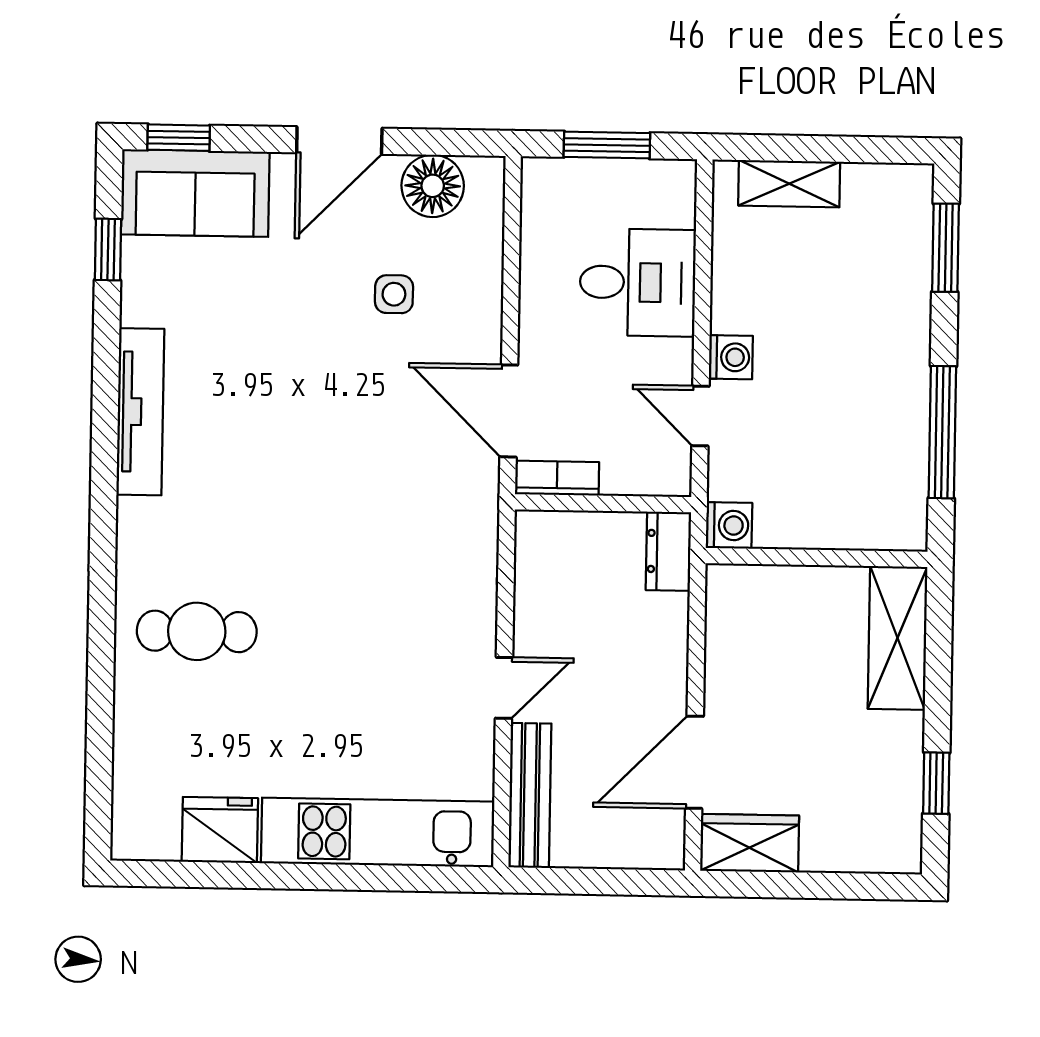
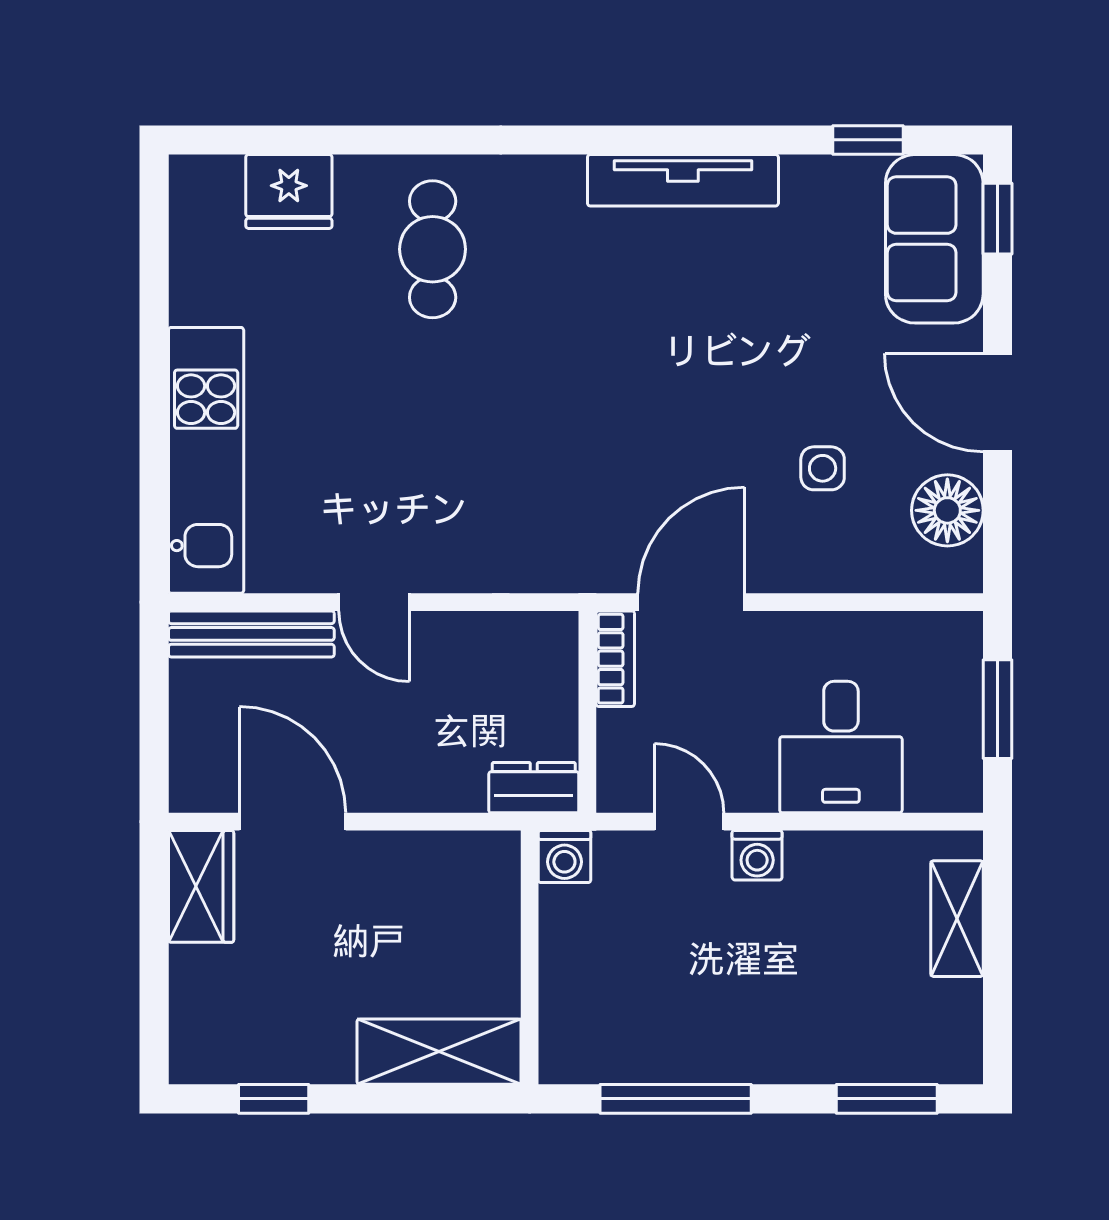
door: (700, 416) -> (689, 822), hinge flipped
fridge: (220, 830) -> (289, 191), moved, turned 90

